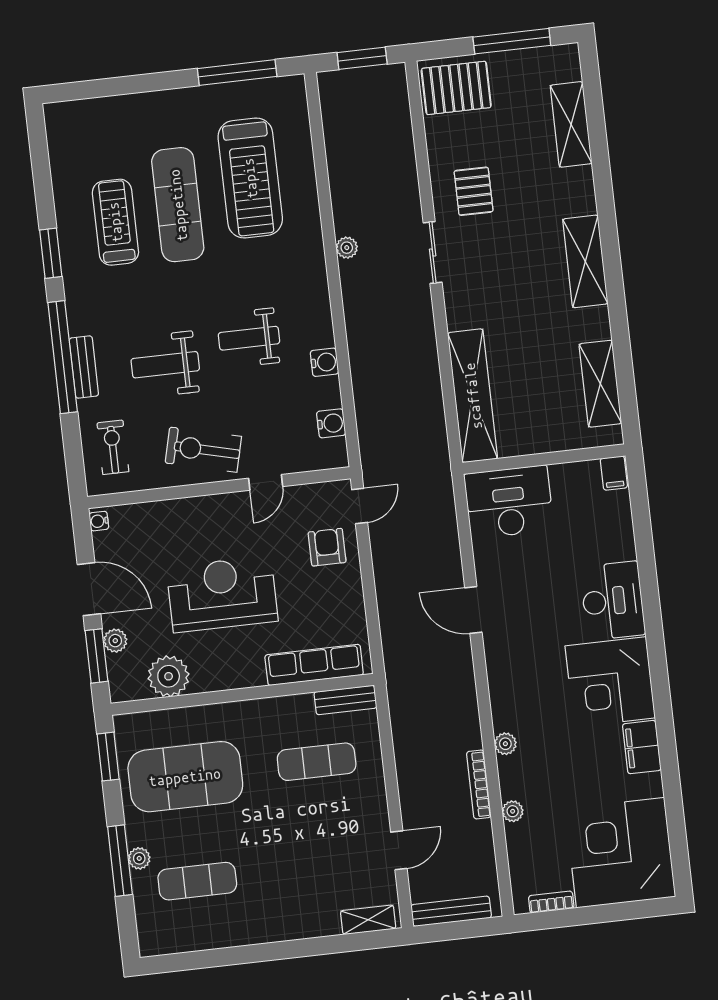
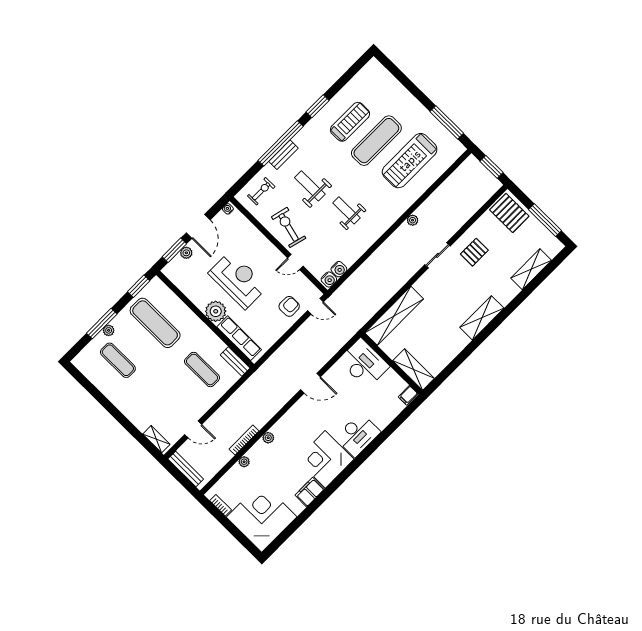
water cooler: (324, 362) -> (329, 279), moved
shelving: (600, 384) -> (414, 370), moved, turned 90
door: (473, 610) -> (310, 383), swing flipped
plant: (169, 676) -> (216, 311), moved
exercise mat: (185, 777) -> (155, 323), width x0.68

